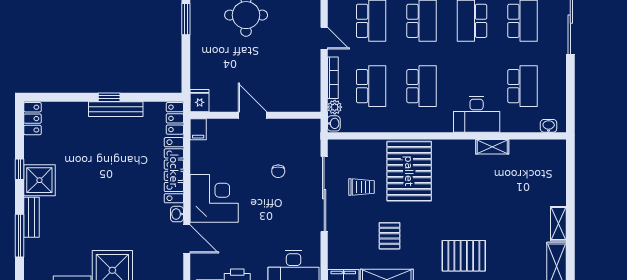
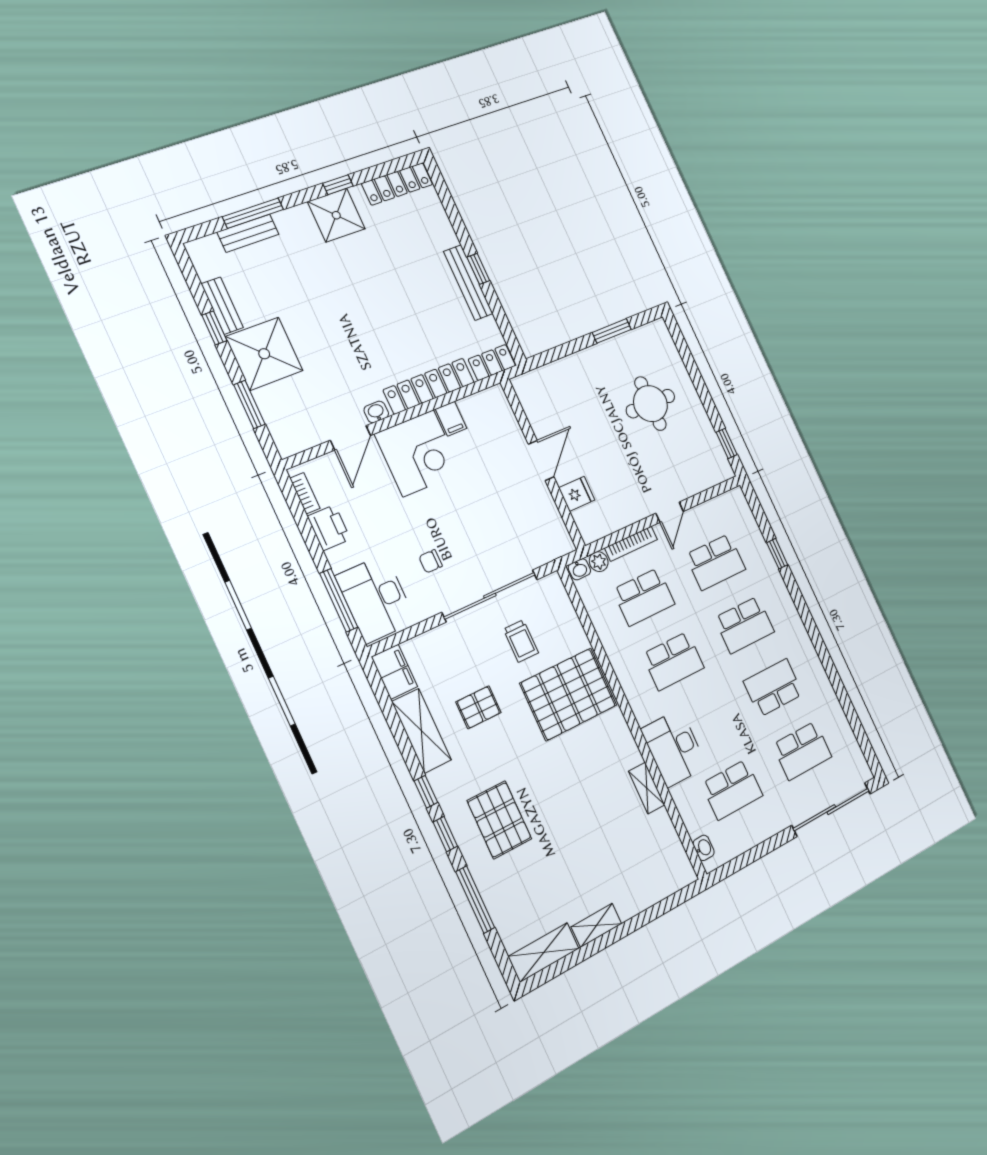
fridge: (200, 101) -> (577, 494), moved
locker: (32, 119) -> (397, 184), width x1.53
filing cabinet: (198, 129) -> (451, 419), moved, turned -90
chair: (278, 171) -> (431, 561), moved
bench: (31, 217) -> (248, 233), moved

